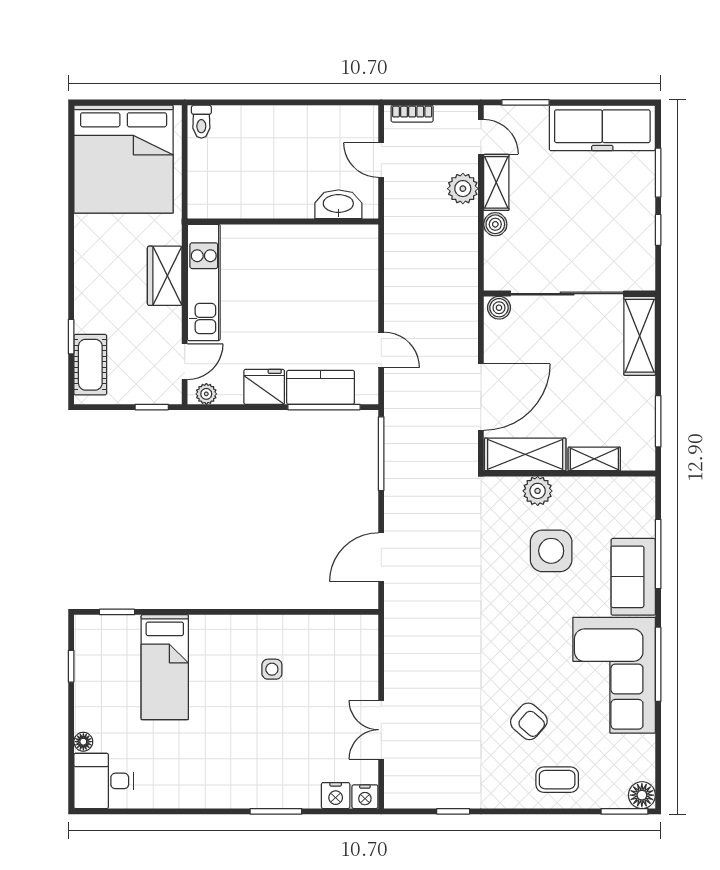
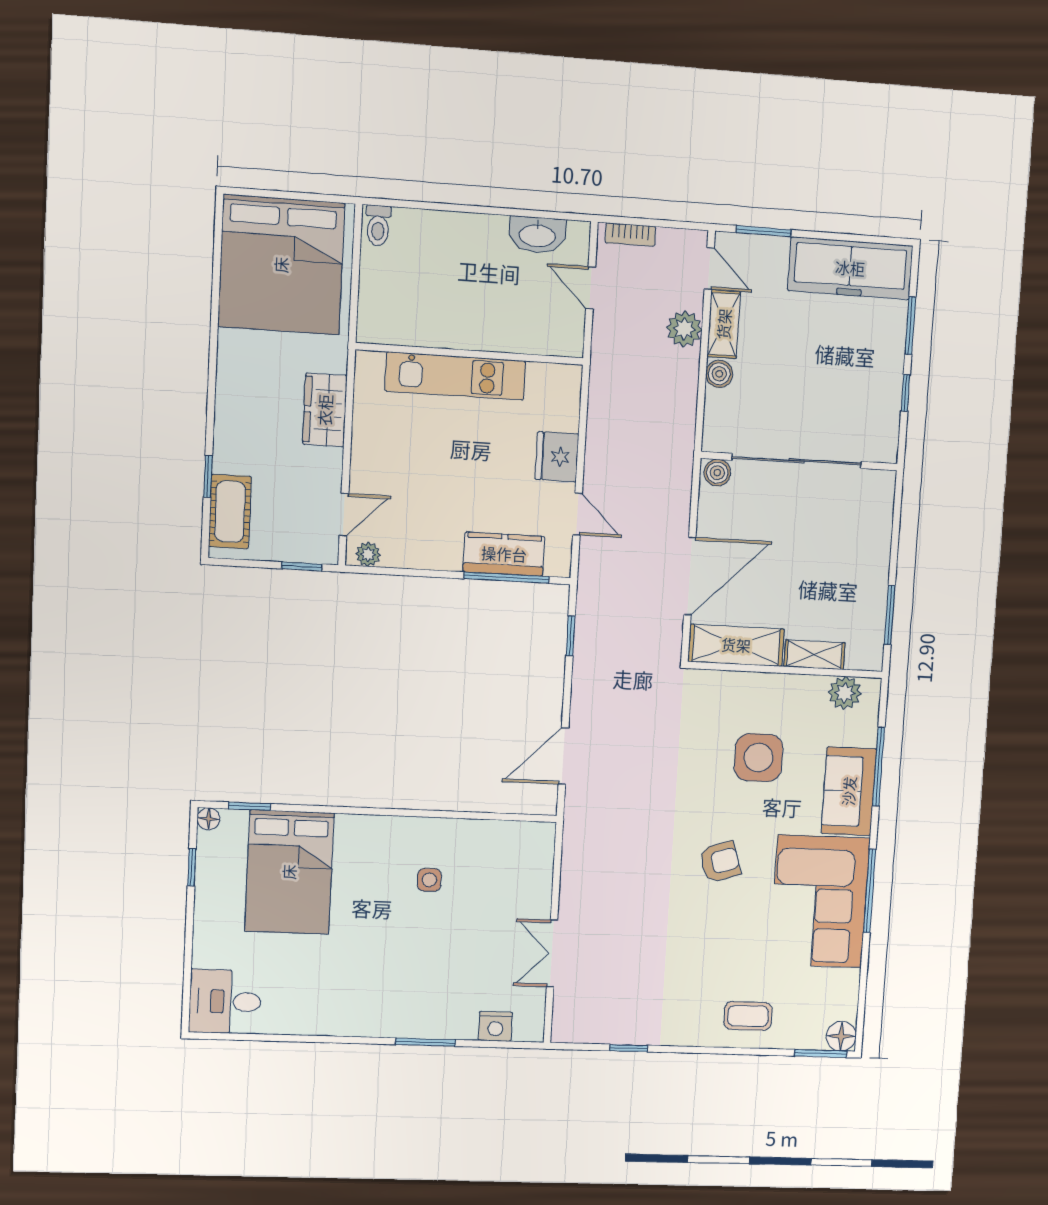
washbasin: (338, 204) -> (537, 235), moved, turned 180
kitchen unit: (204, 282) -> (455, 376), moved, turned 90
shelving: (640, 336) -> (876, 515), removed
fridge: (264, 387) -> (557, 457), moved, turned -90
window: (381, 454) -> (570, 636), width x0.46
plant: (538, 491) -> (845, 693), moved
bed: (165, 667) -> (289, 872), width x1.50
armchair: (529, 721) -> (720, 862), moved, turned -59
floor lamp: (83, 742) -> (208, 819), moved
nightstand: (365, 797) -> (529, 1029), removed

